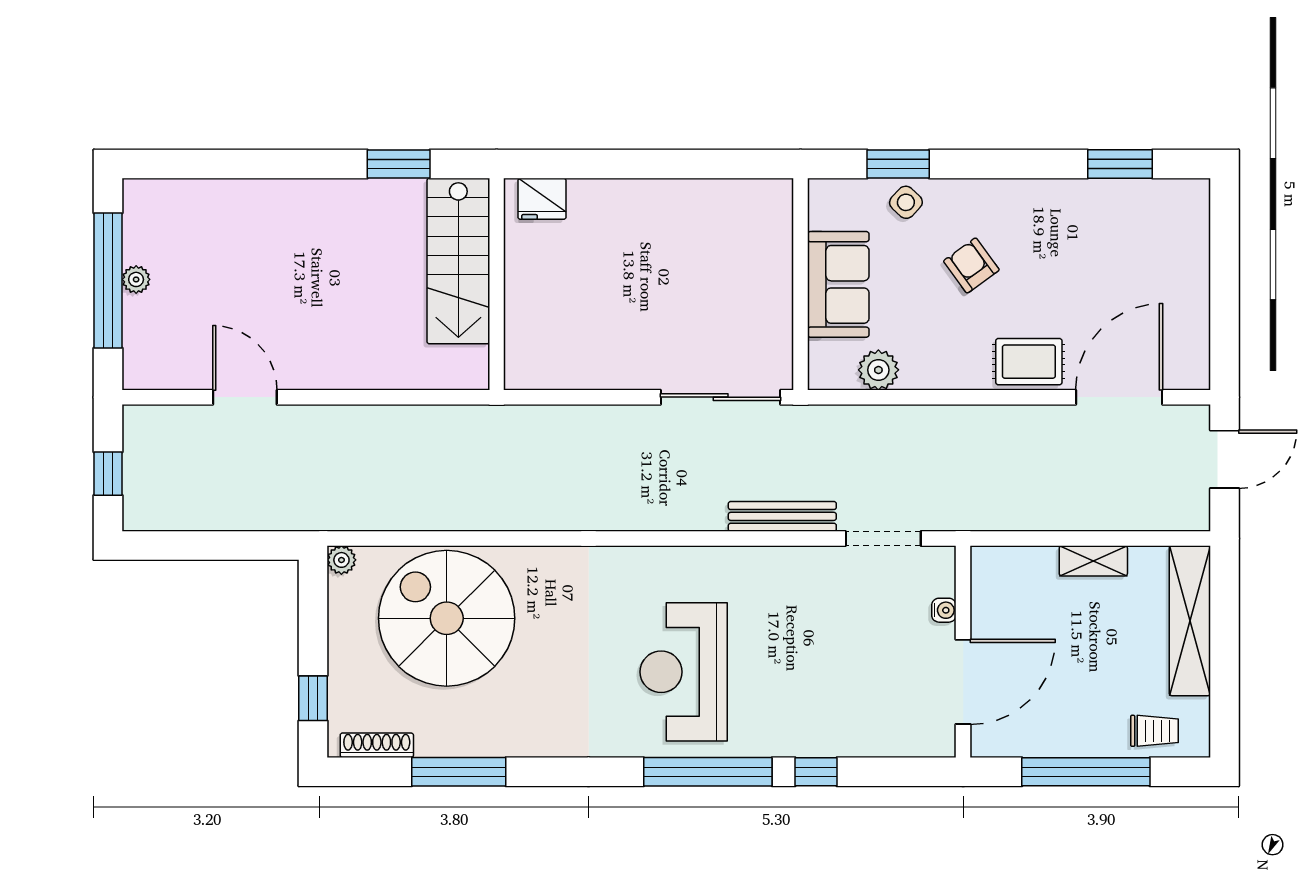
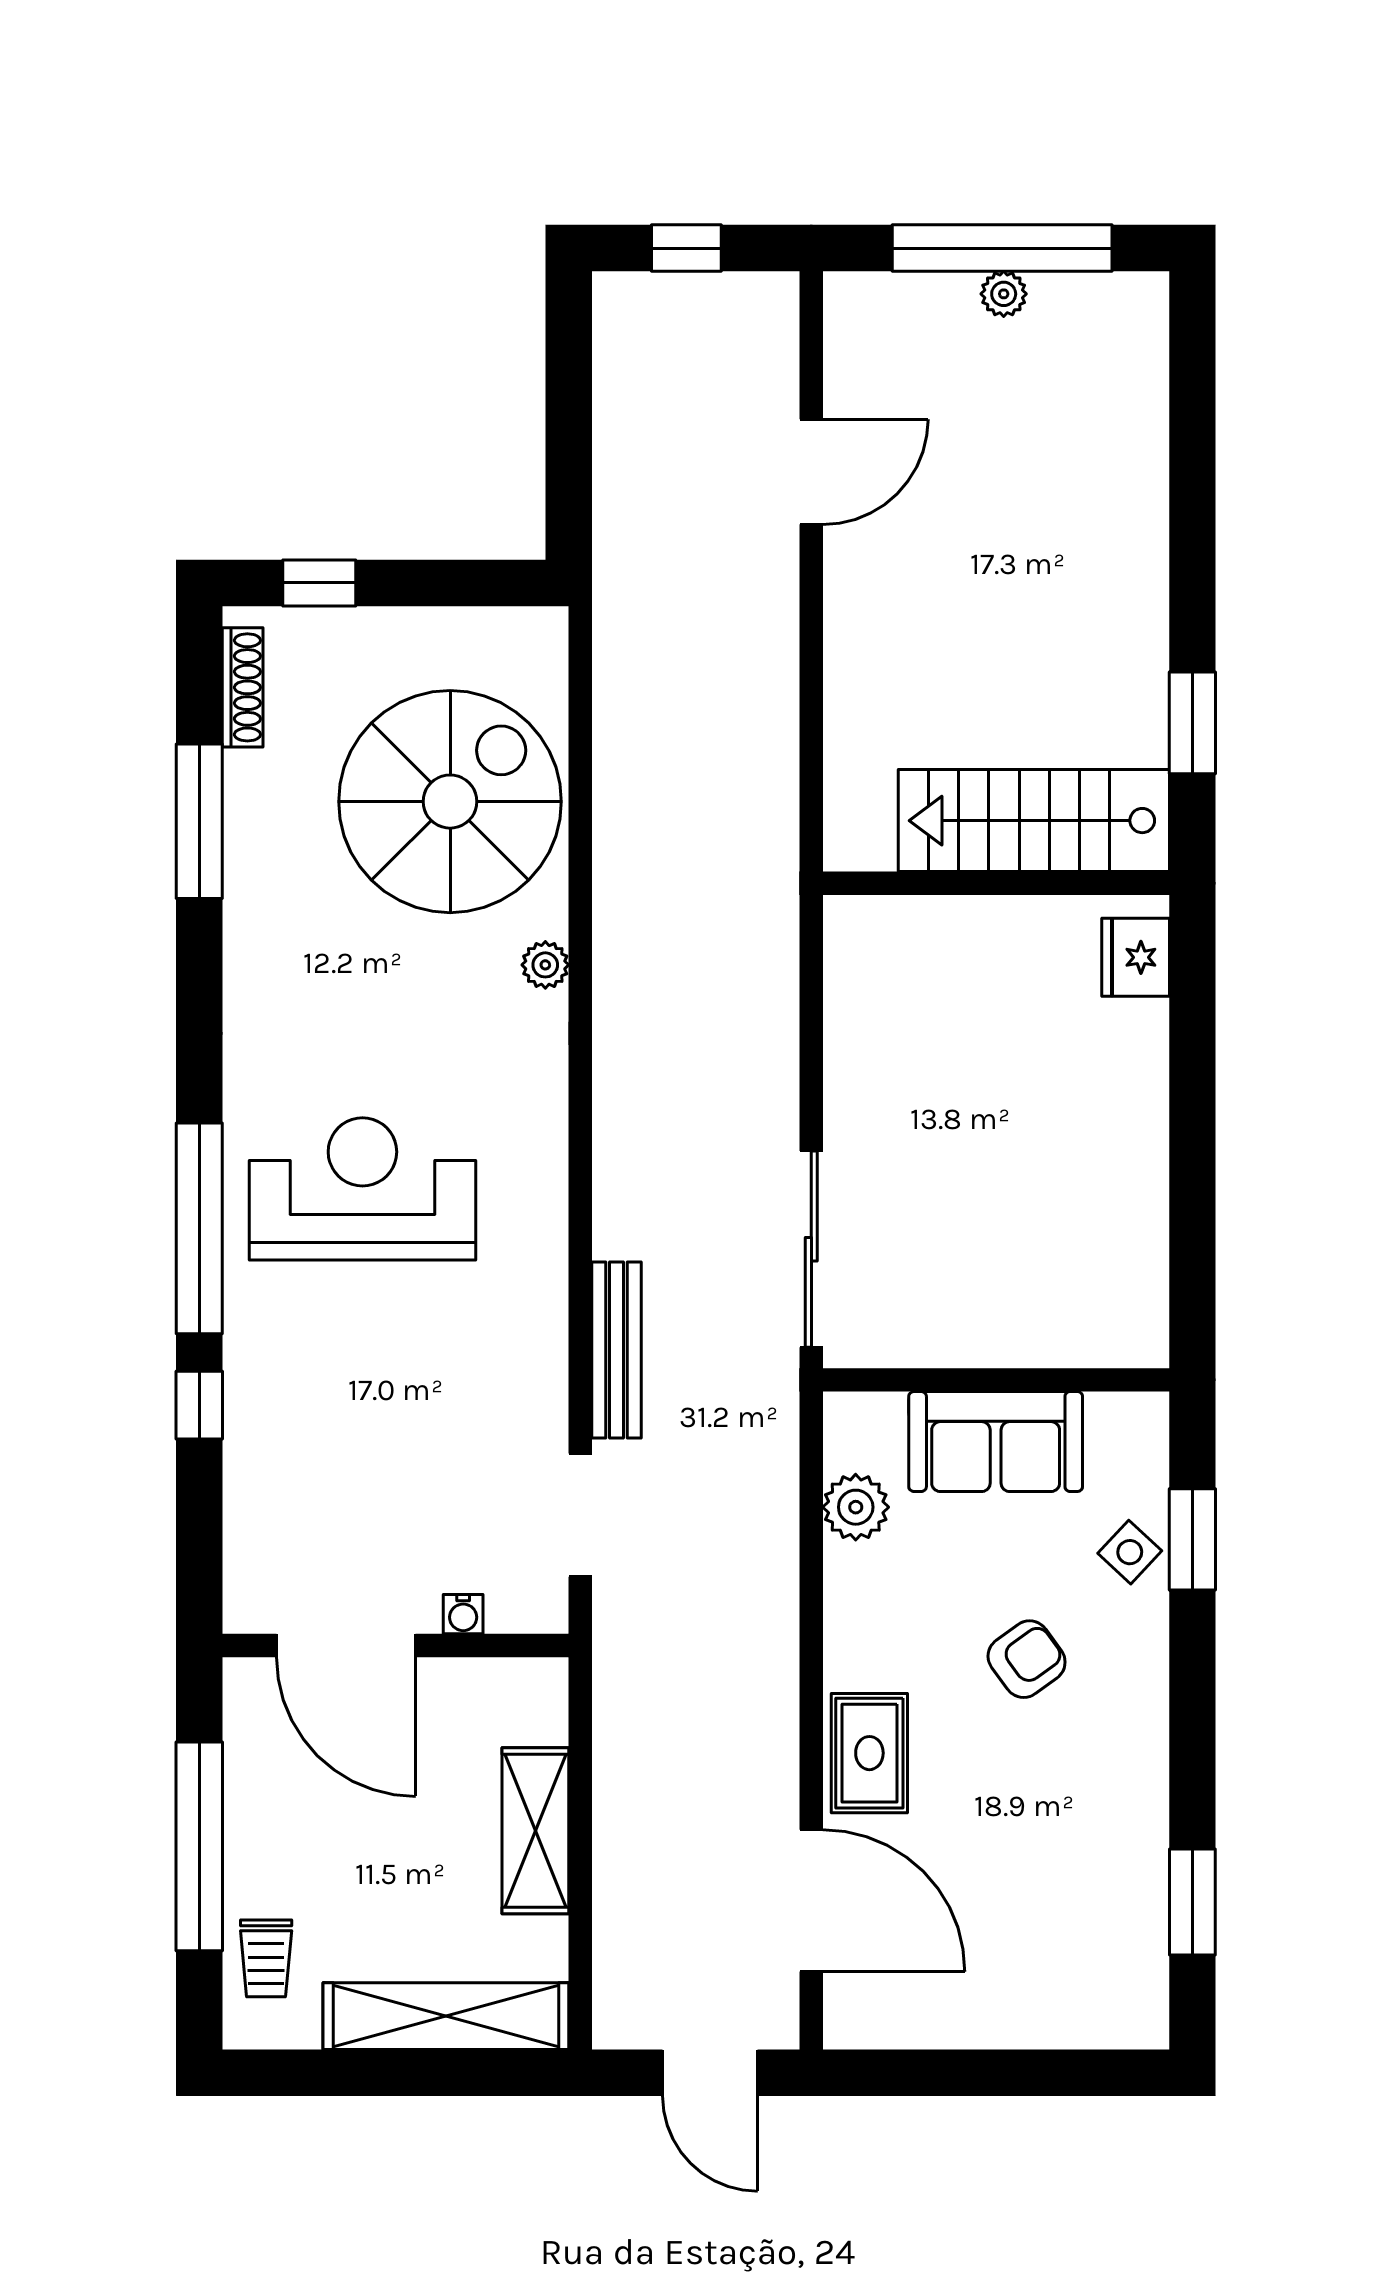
plant: (341, 560) -> (545, 965), moved
shelving: (1093, 561) -> (535, 1831), width x1.50, depth x1.33

